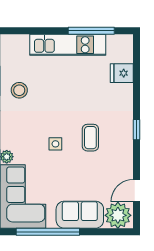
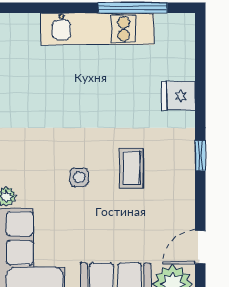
fridge: (122, 73) -> (178, 96), moved
stool: (19, 90) -> (25, 97), removed

